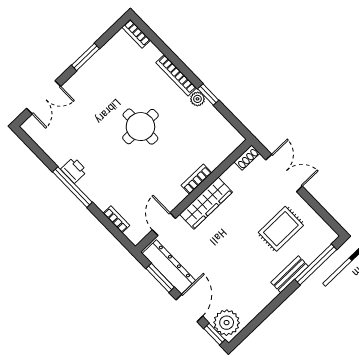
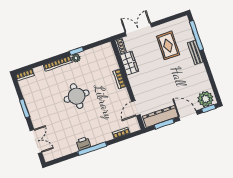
wardrobe: (206, 203) -> (129, 63), moved, width x0.67
door: (164, 224) -> (136, 108), hinge flipped

